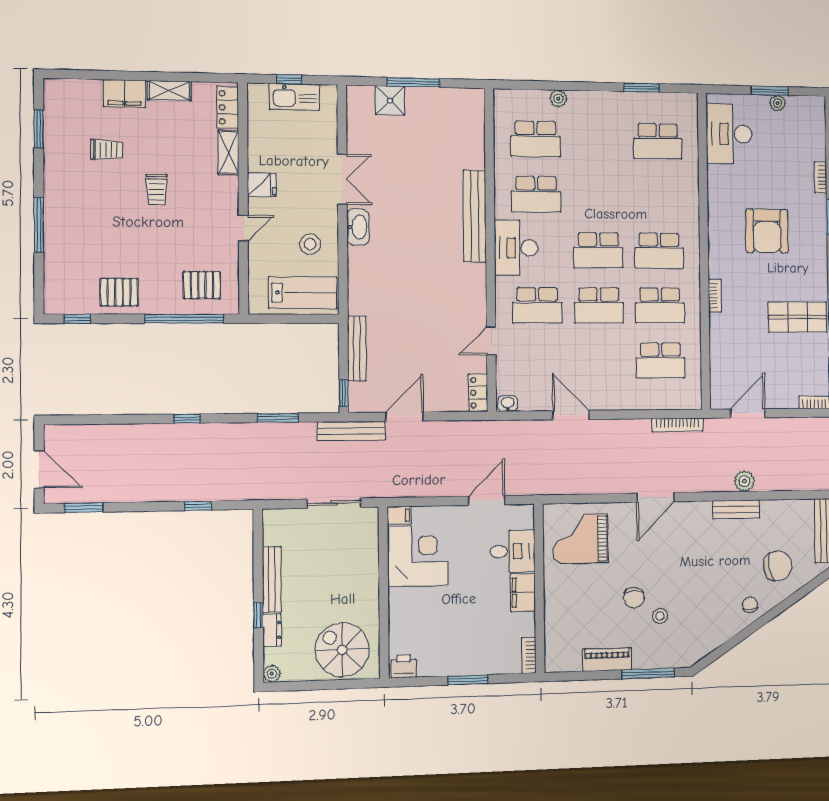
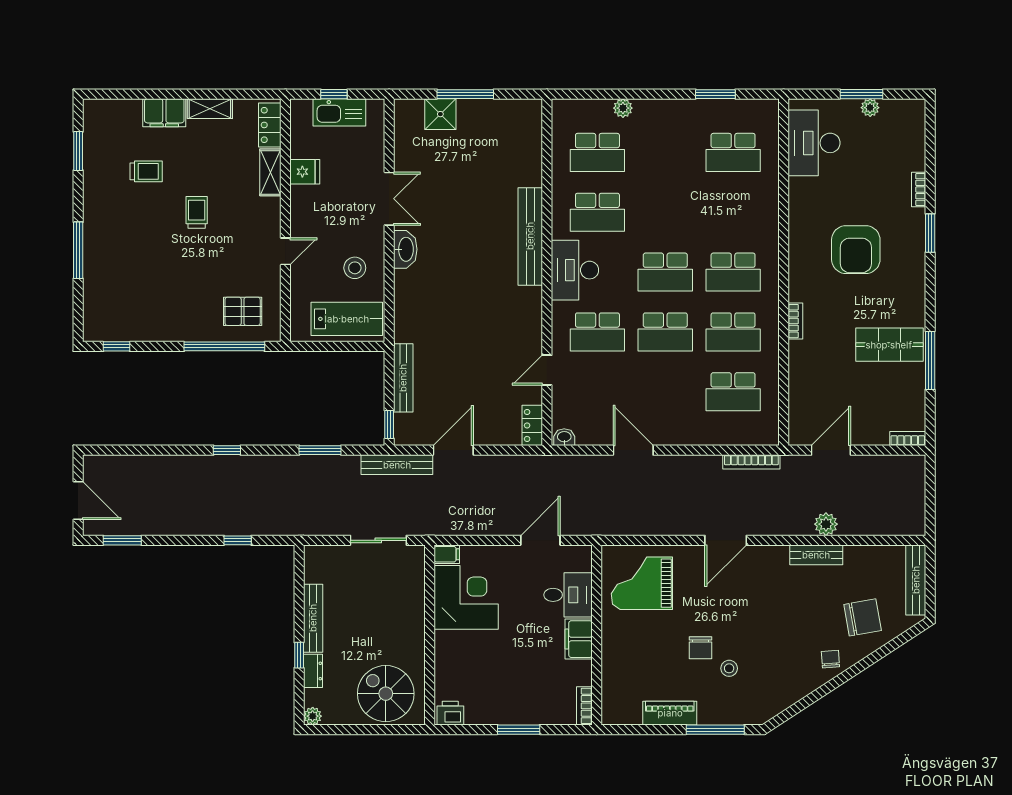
fridge: (262, 185) -> (305, 172), moved
trolley: (157, 190) -> (197, 212), turned 180
pallet: (119, 292) -> (158, 319), removed

